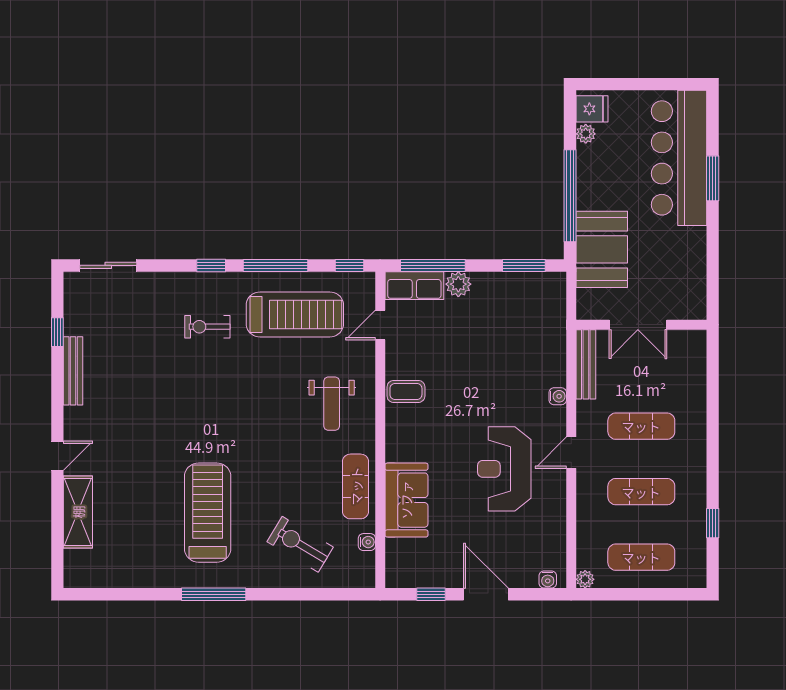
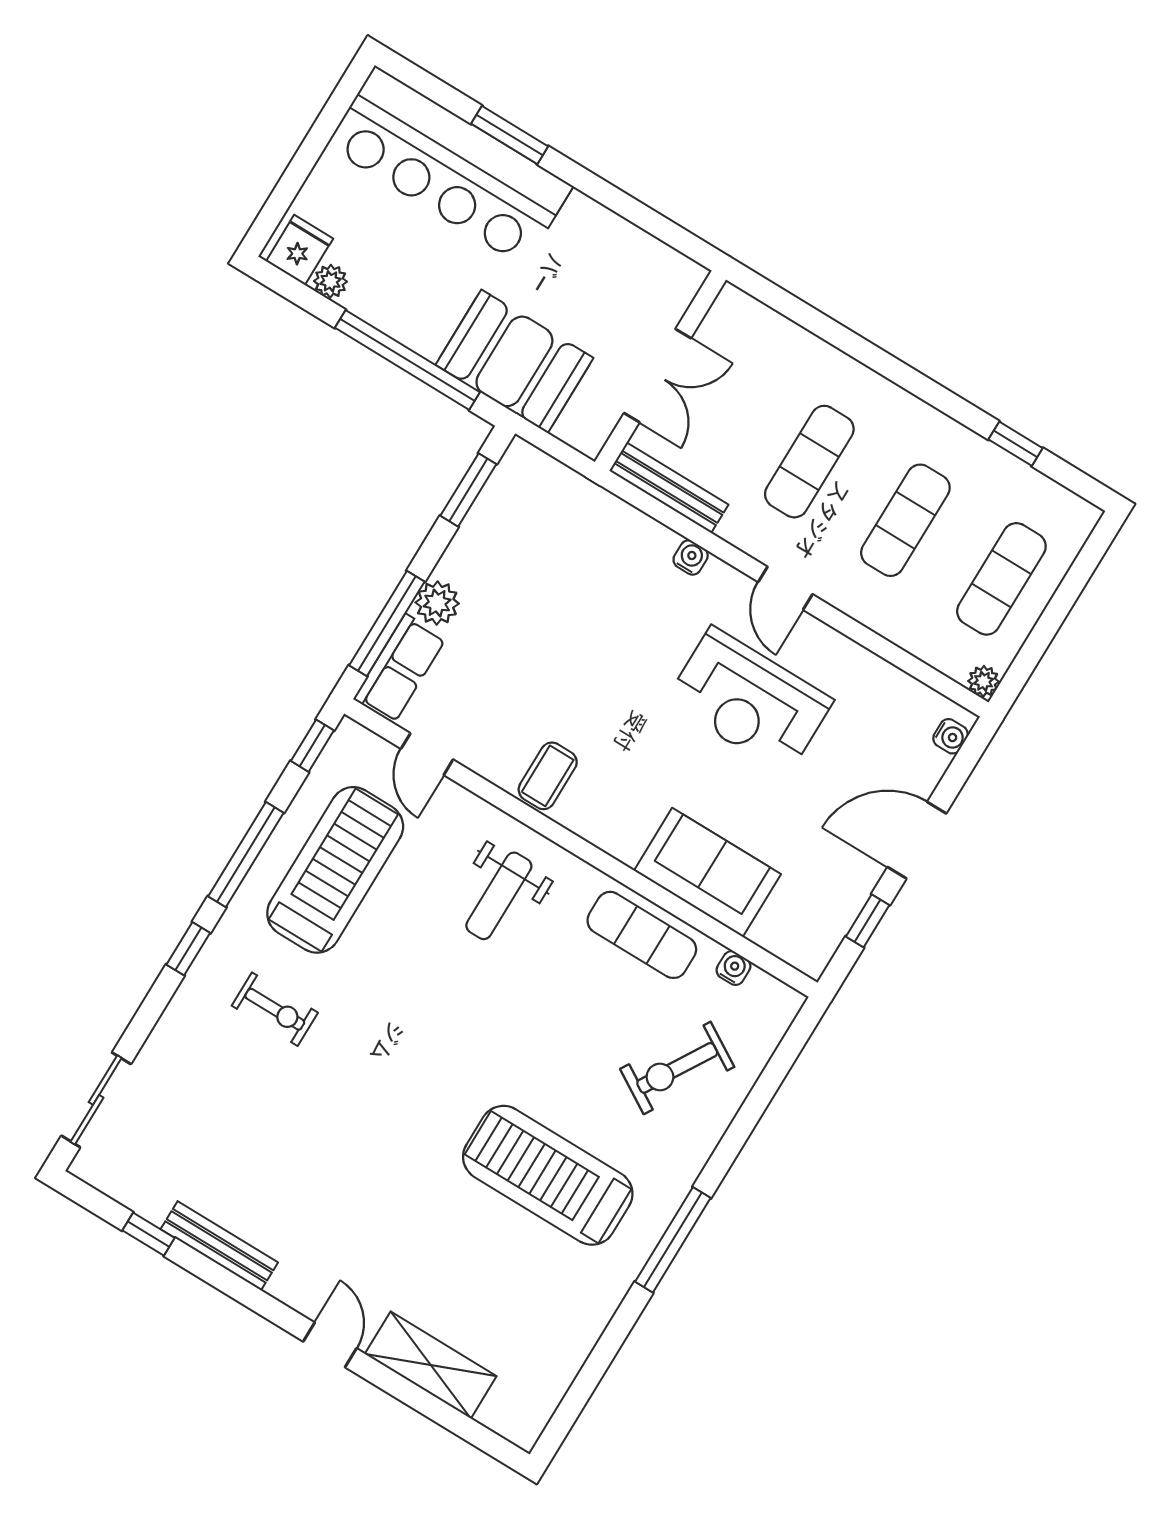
exercise bike: (207, 327) -> (275, 1009), turned -90
weight bench: (332, 404) -> (499, 896), turned 90

